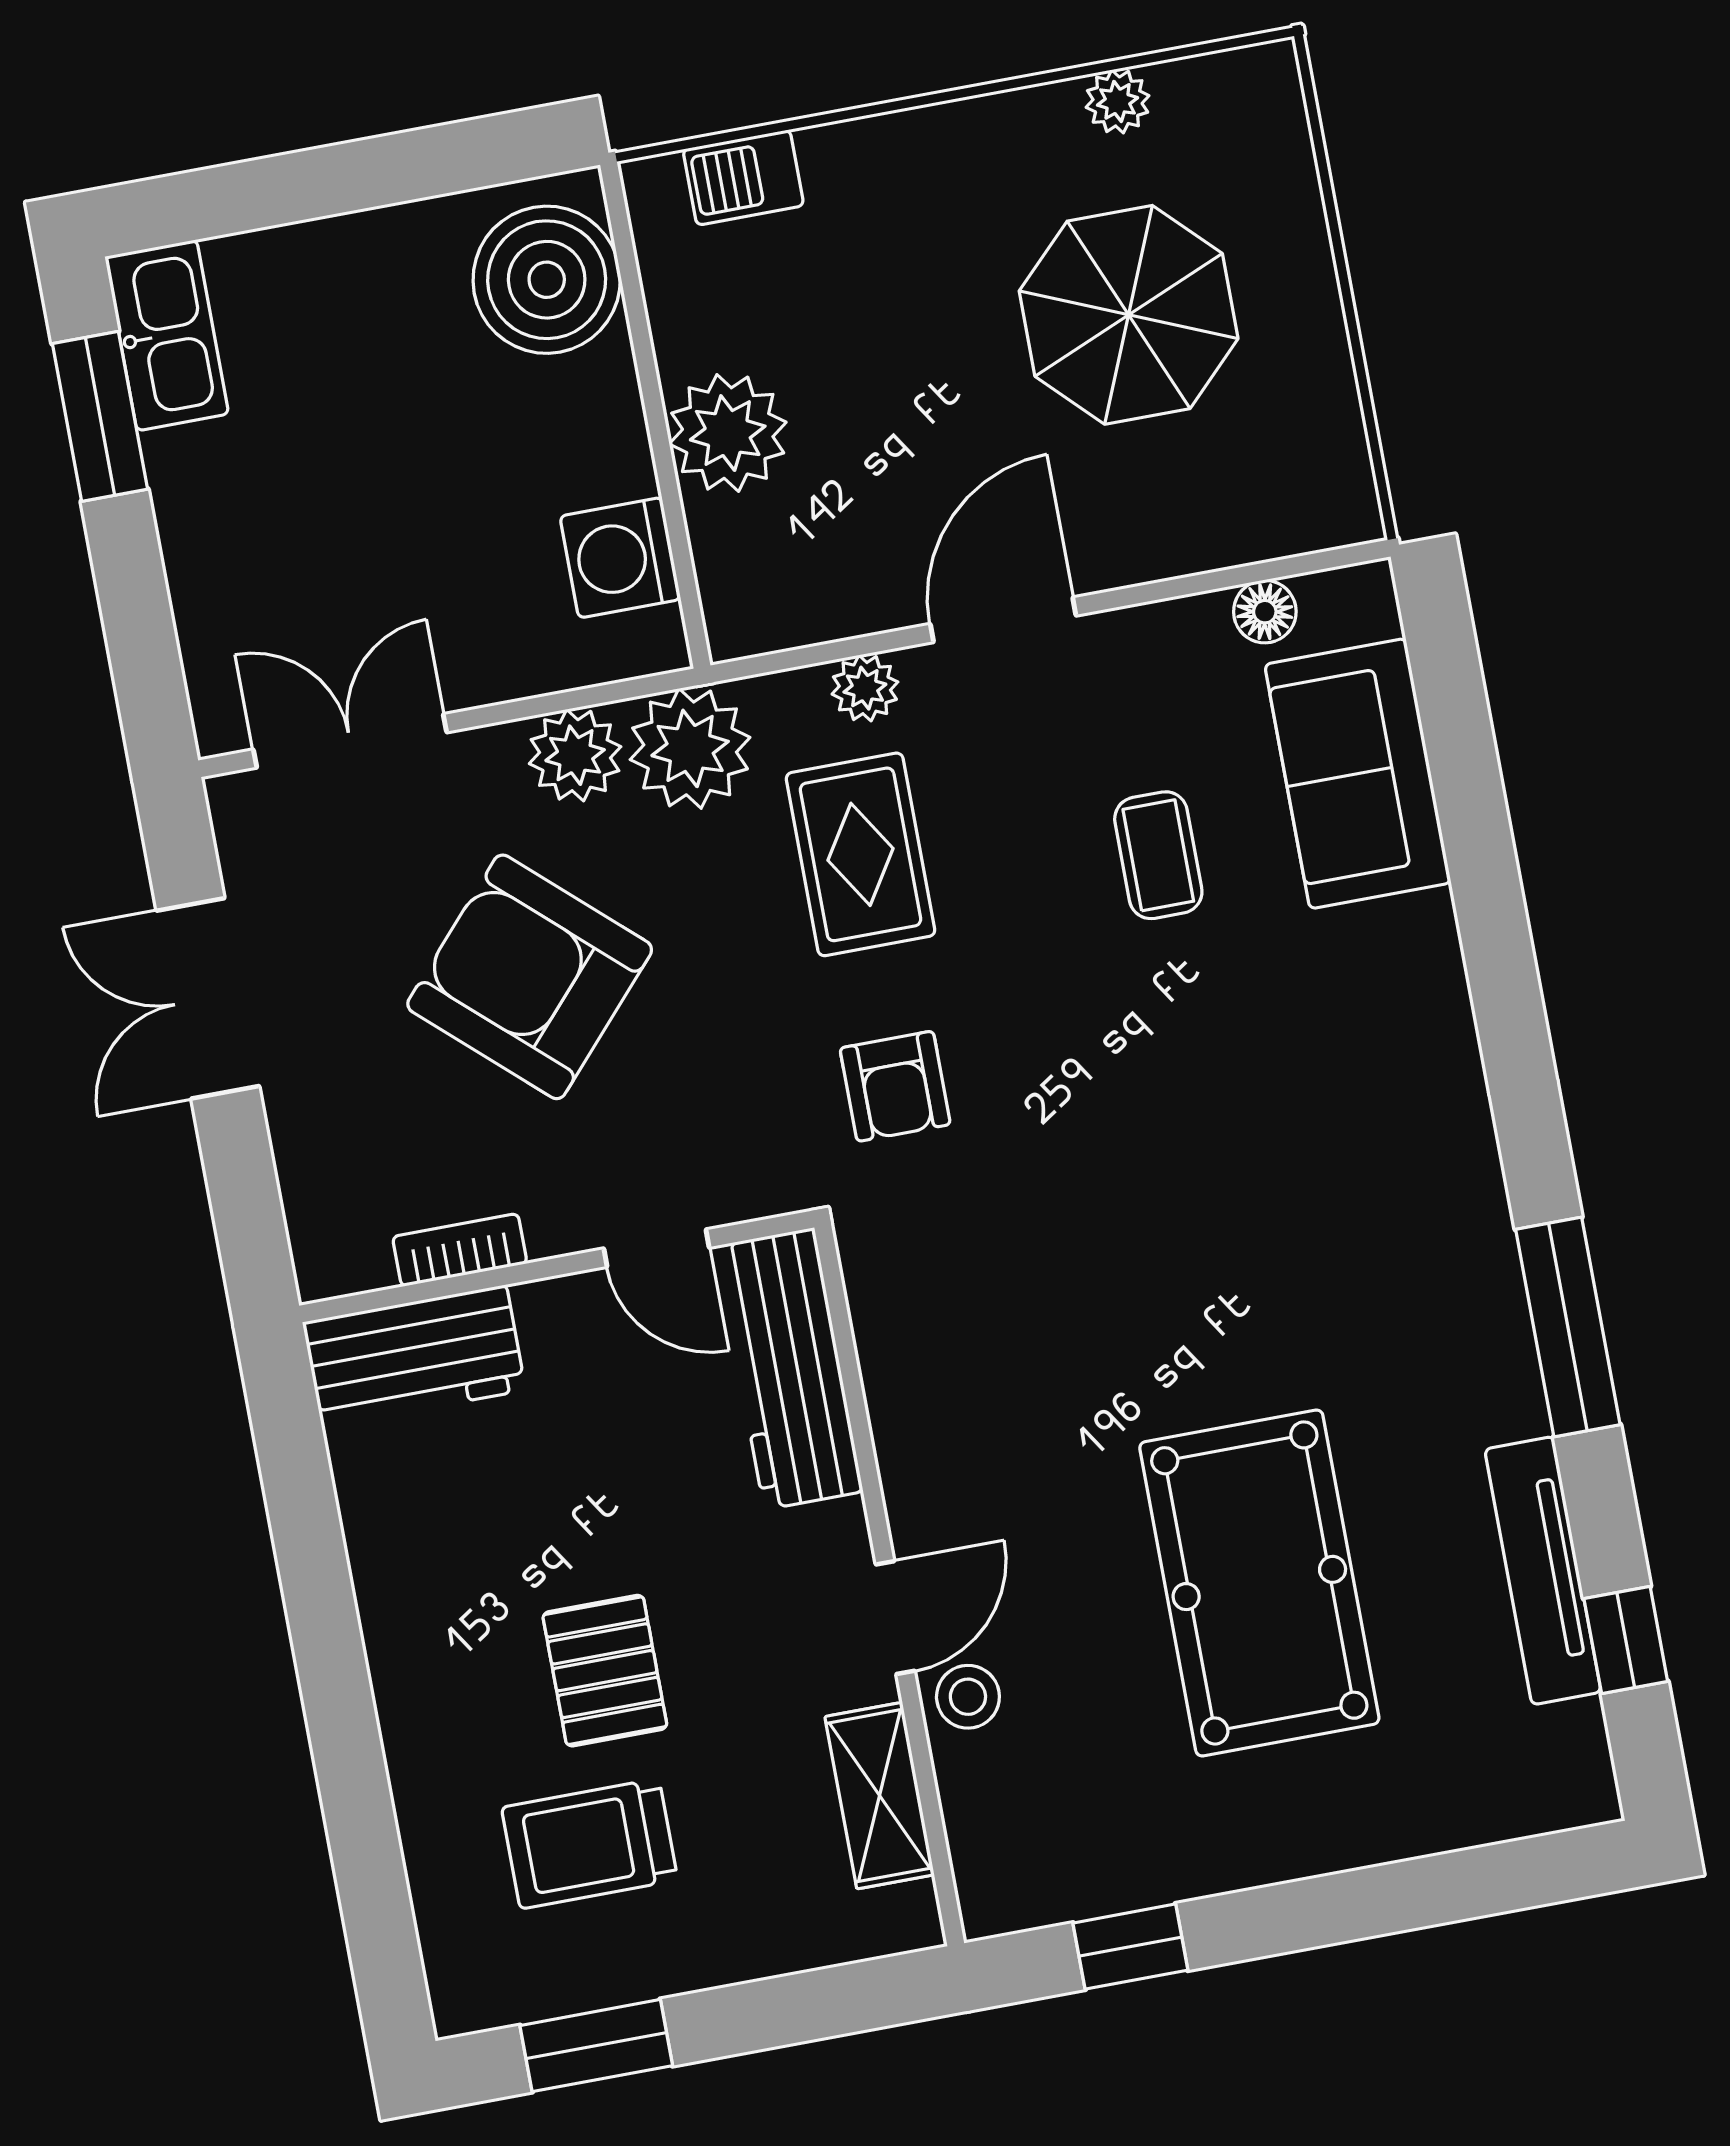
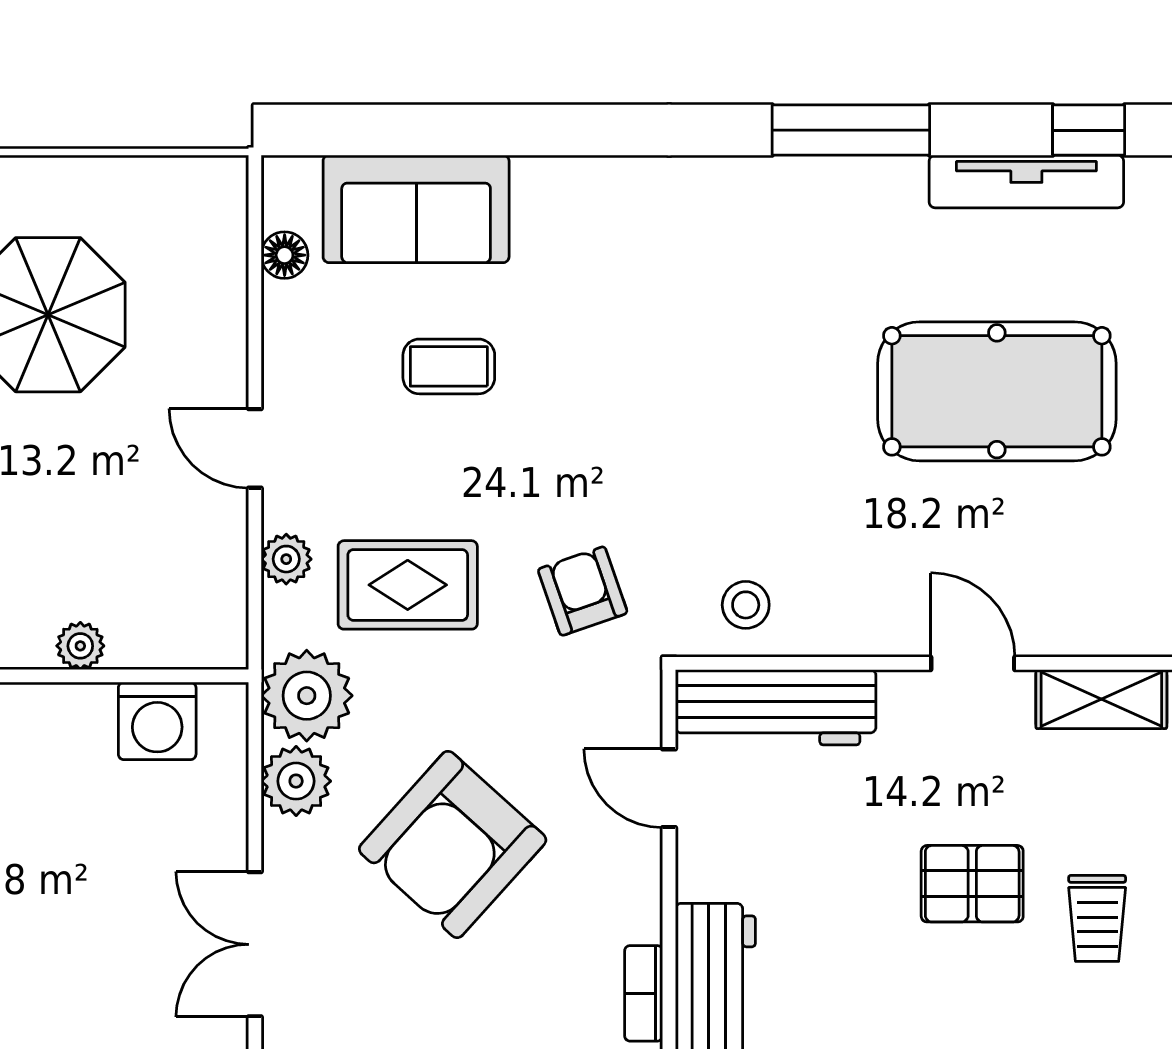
plant: (728, 433) -> (80, 646), width x0.53, depth x0.53
door: (1003, 620) -> (255, 448), width x0.73
armchair: (895, 1086) -> (583, 591), turned -109
door: (657, 1248) -> (669, 788), swing flipped
bookcase: (460, 1250) -> (644, 993), moved
stool: (968, 1697) -> (746, 605), moved
trolley: (590, 1844) -> (1097, 918), width x0.73, depth x0.72

